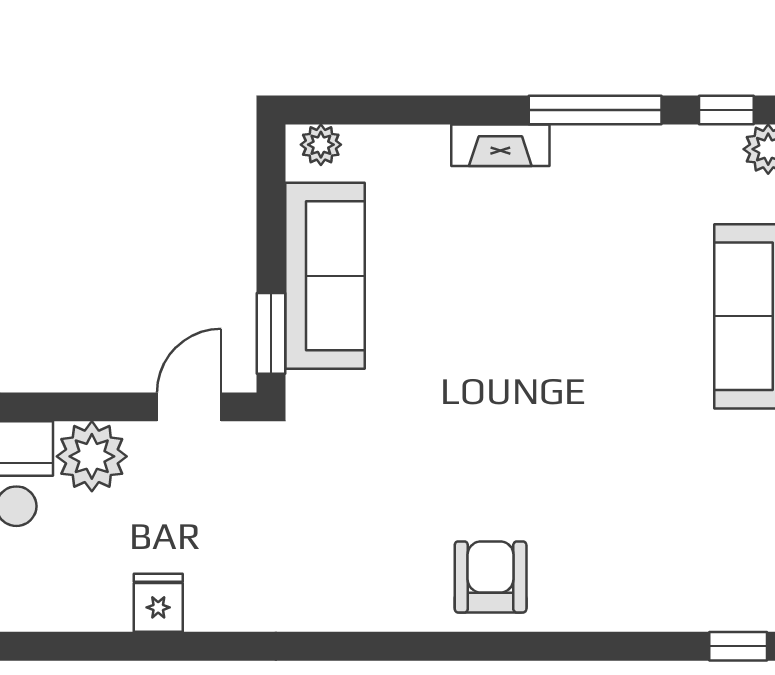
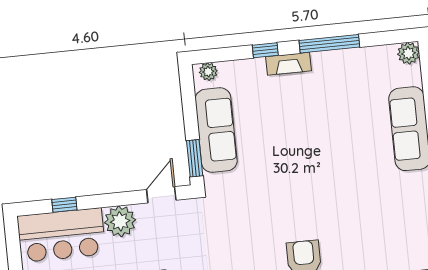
window: (726, 110) -> (265, 50), moved

